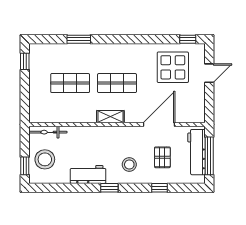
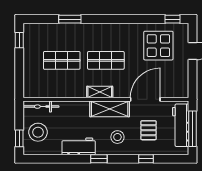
shelving: (121, 135) -> (110, 109), added

